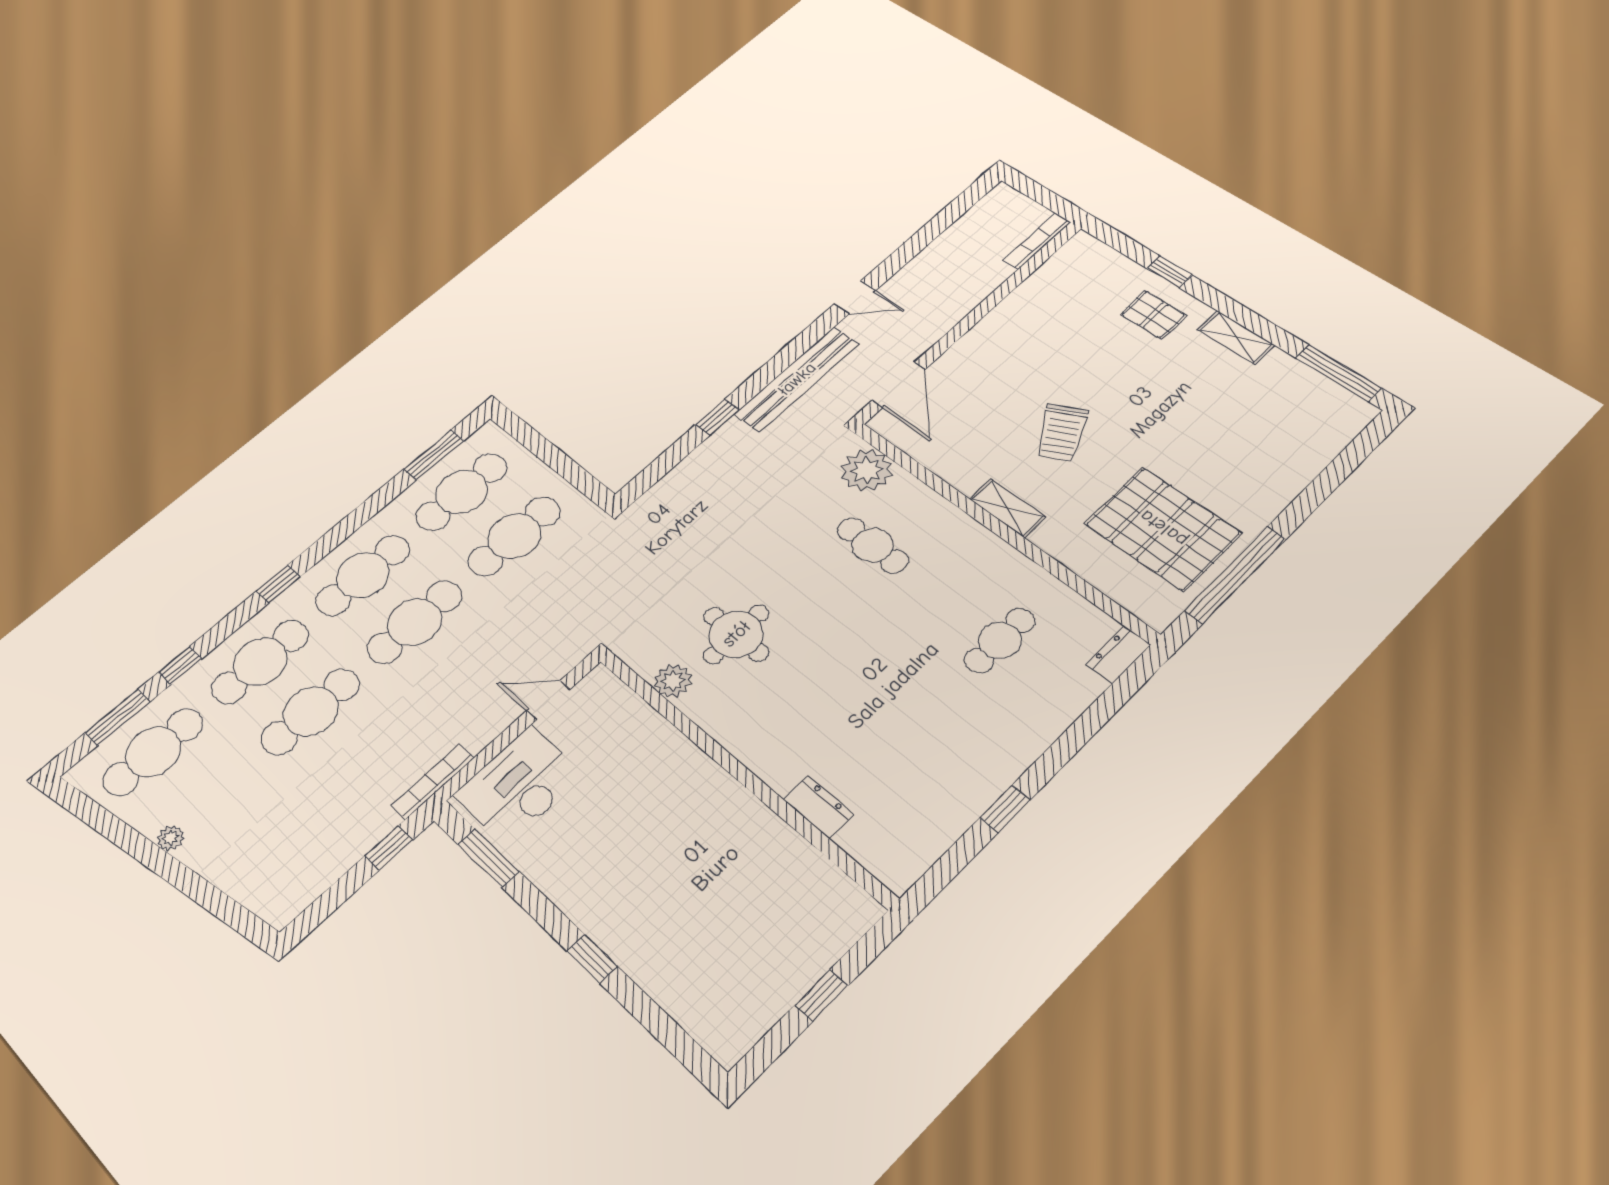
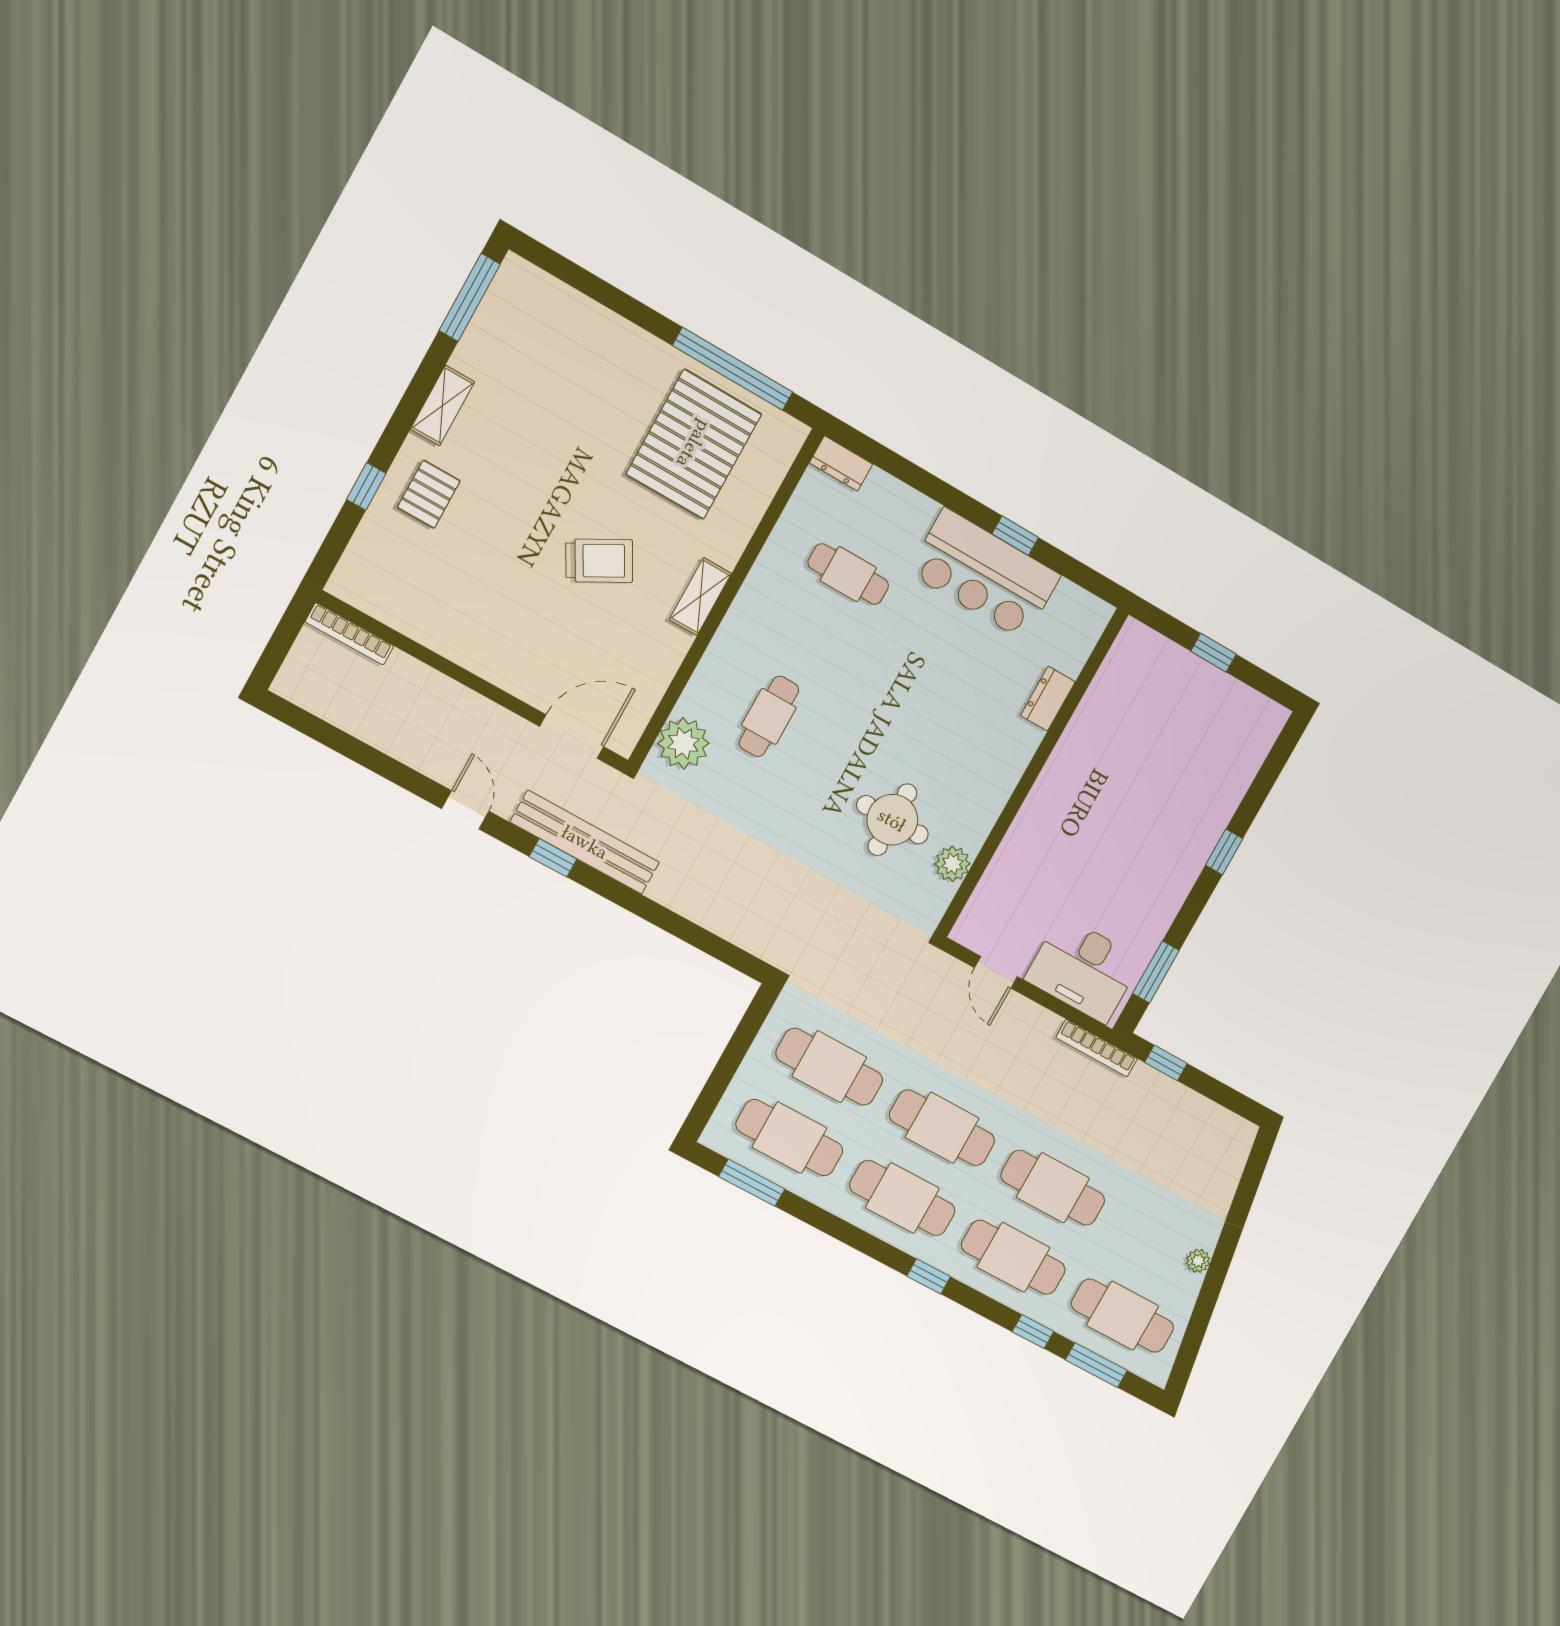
window: (718, 417) -> (553, 858), moved
bar counter: (970, 770) -> (984, 574), added

